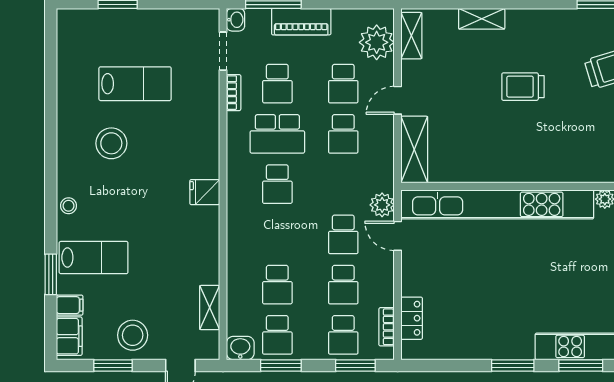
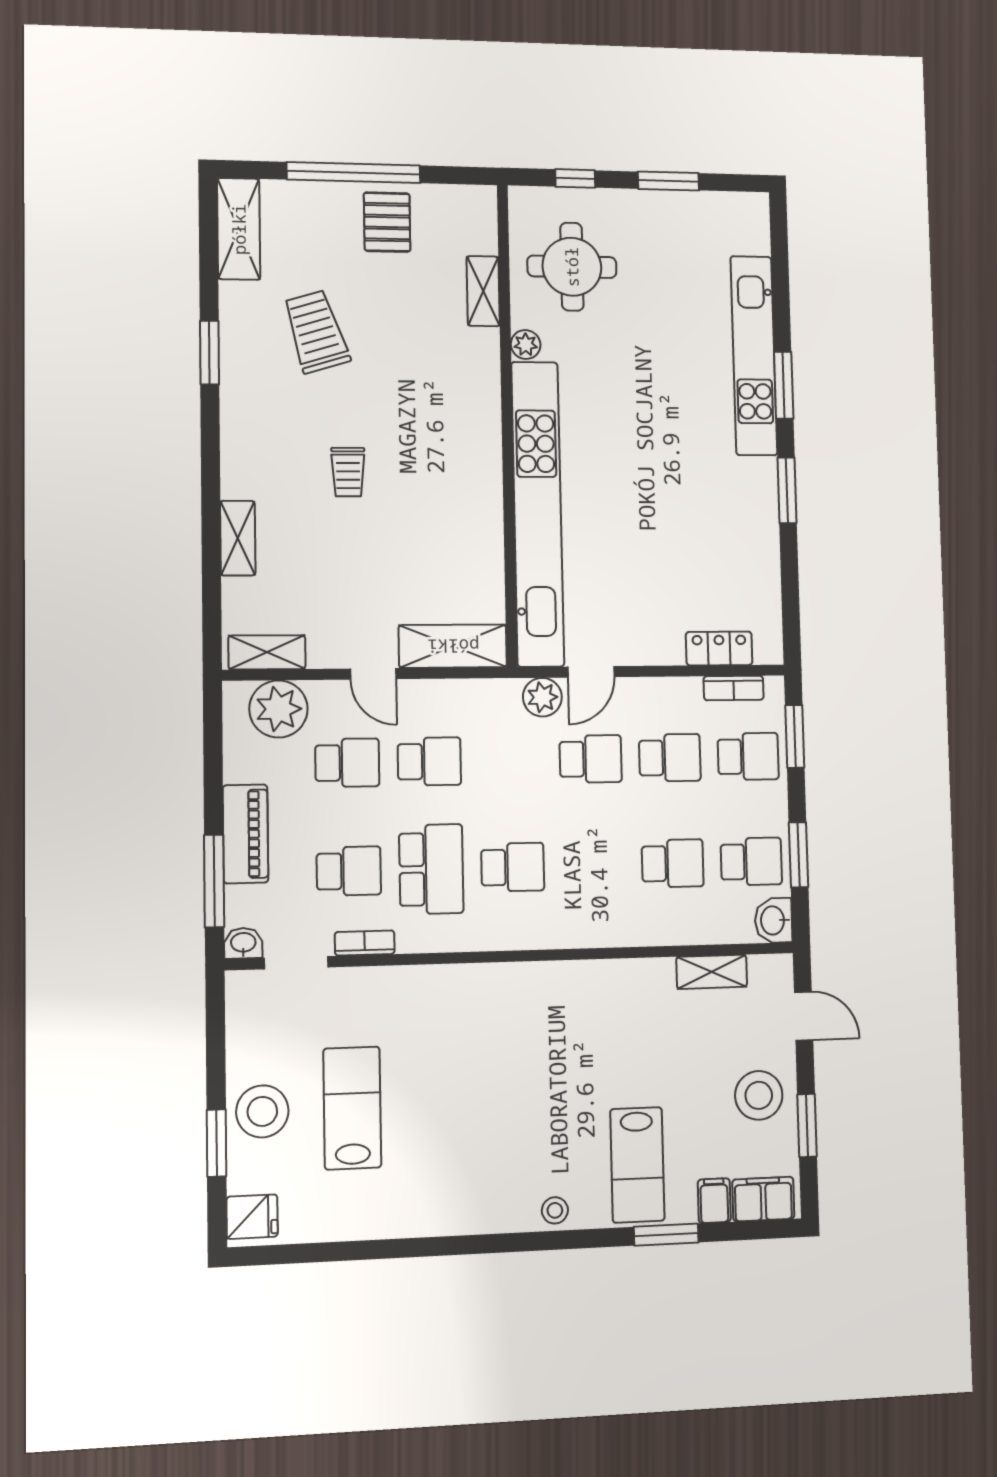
trolley: (523, 87) -> (348, 472), width x0.73, depth x0.72
stool: (111, 143) -> (262, 1111), moved
fridge: (205, 192) -> (252, 1217), moved, turned -90
lab bench: (94, 258) -> (637, 1165), turned 180

